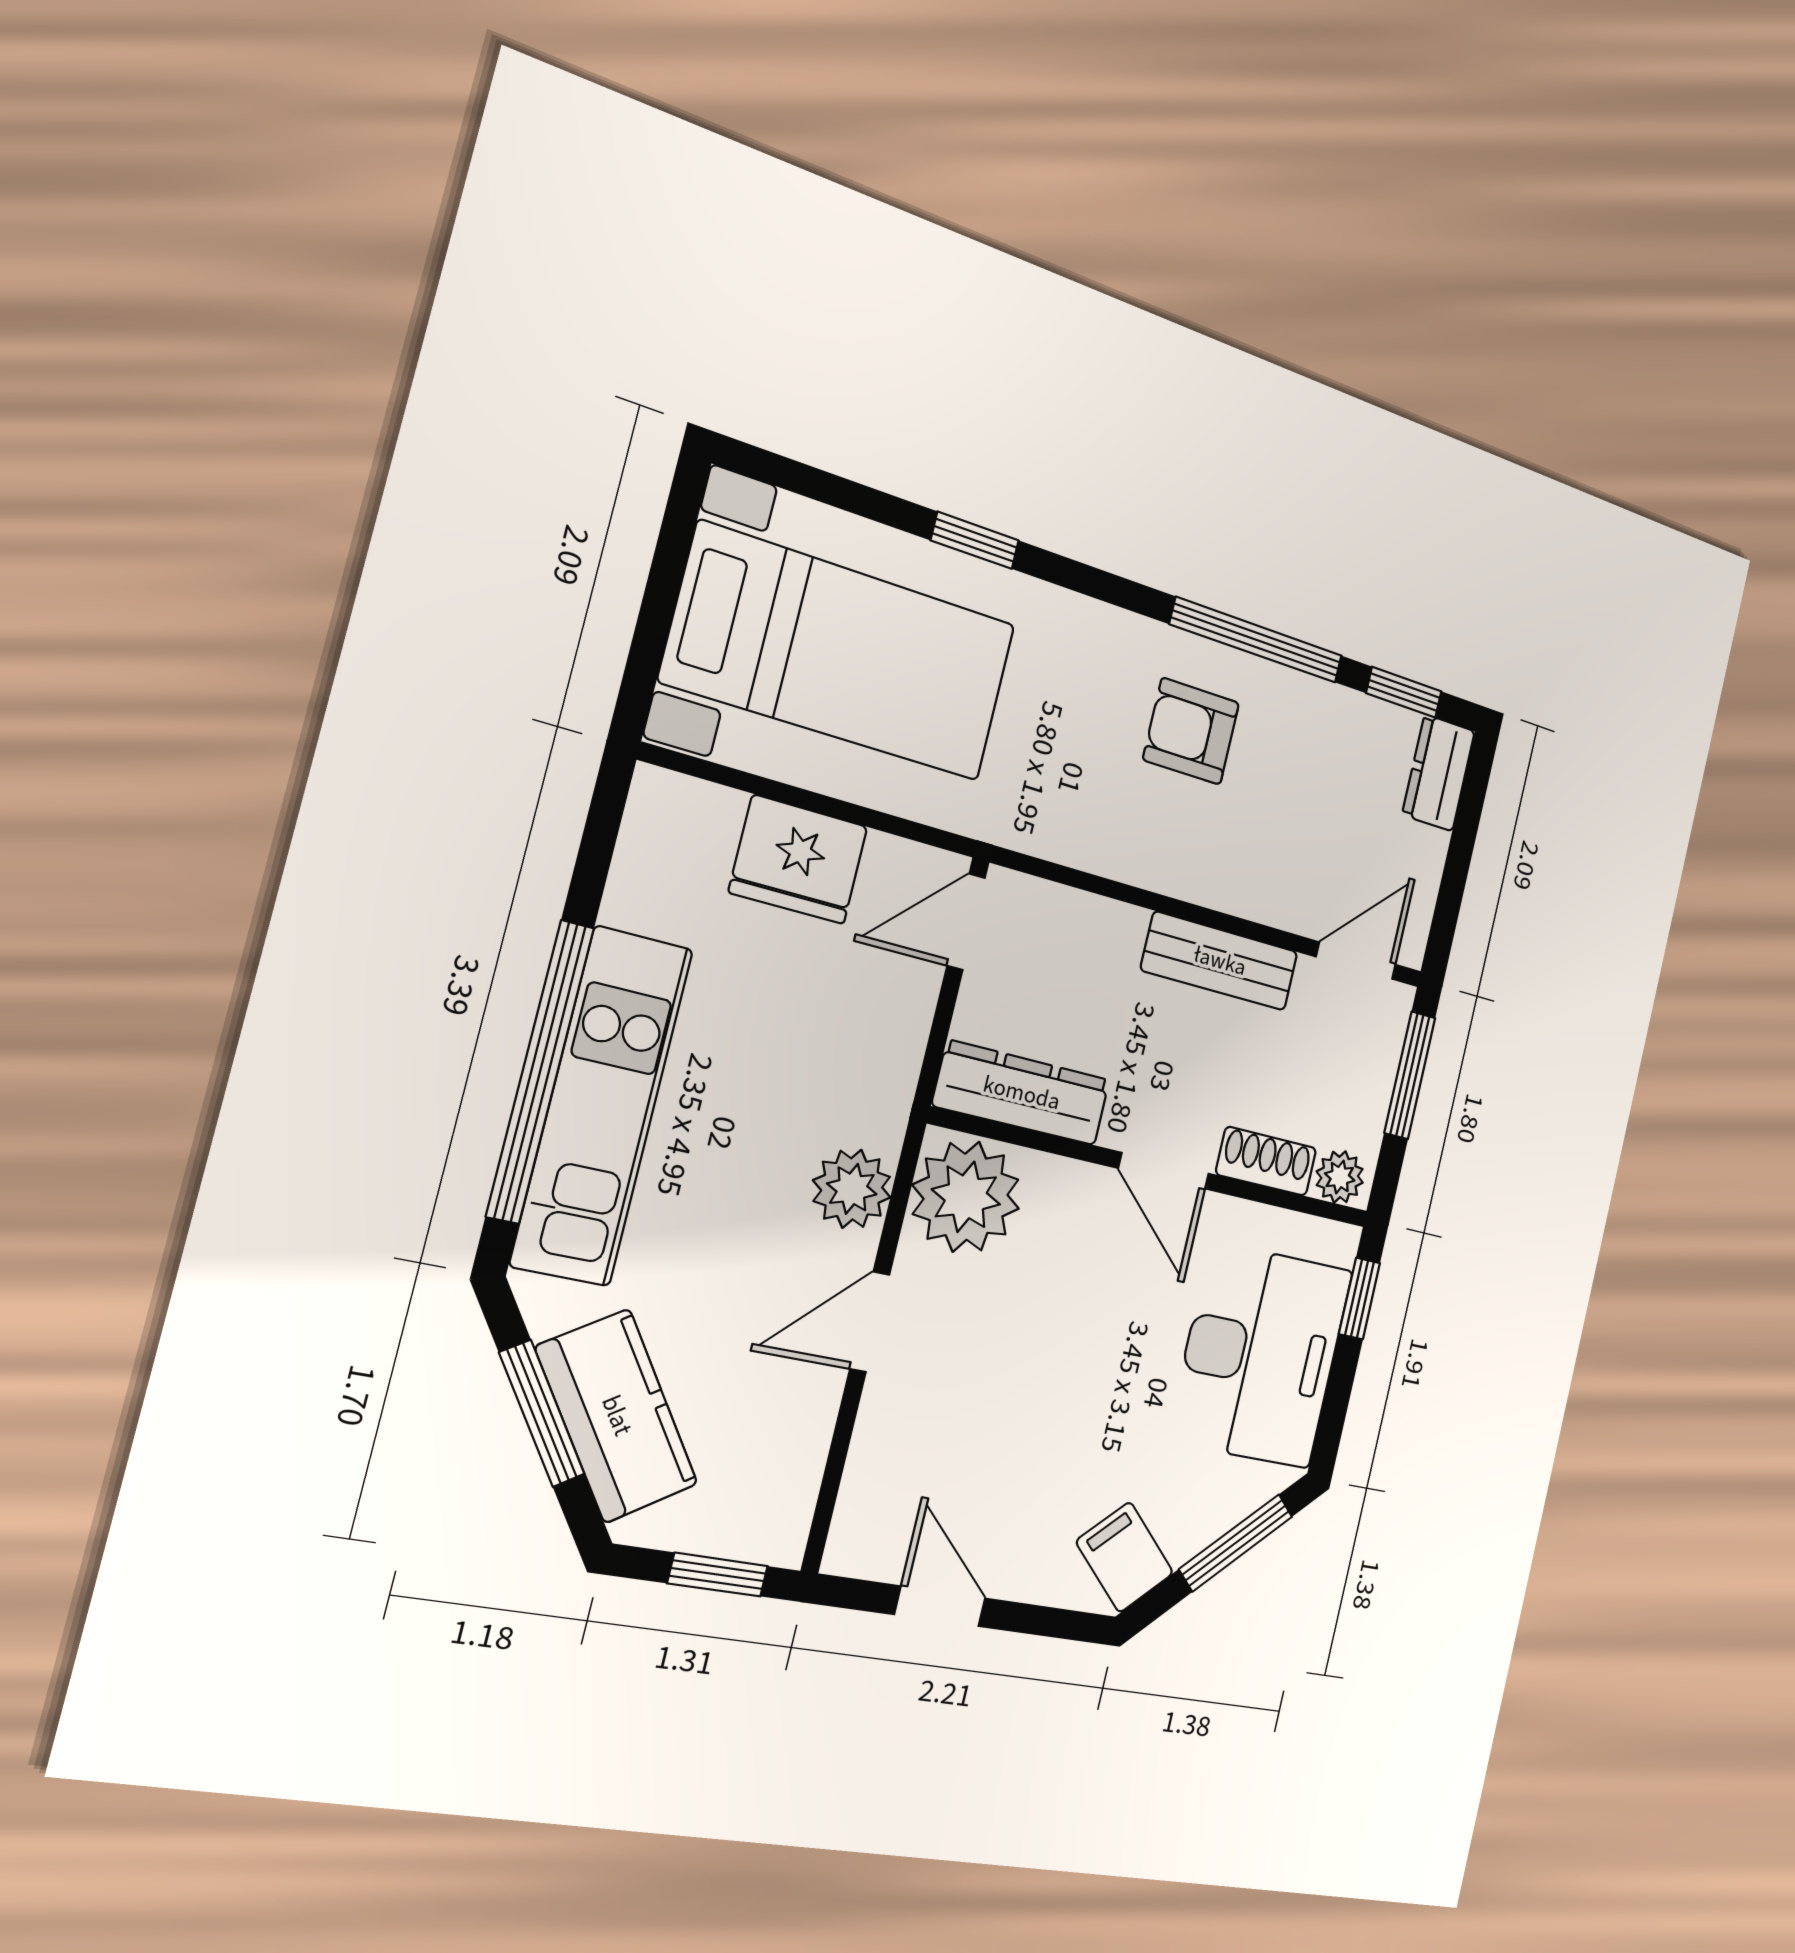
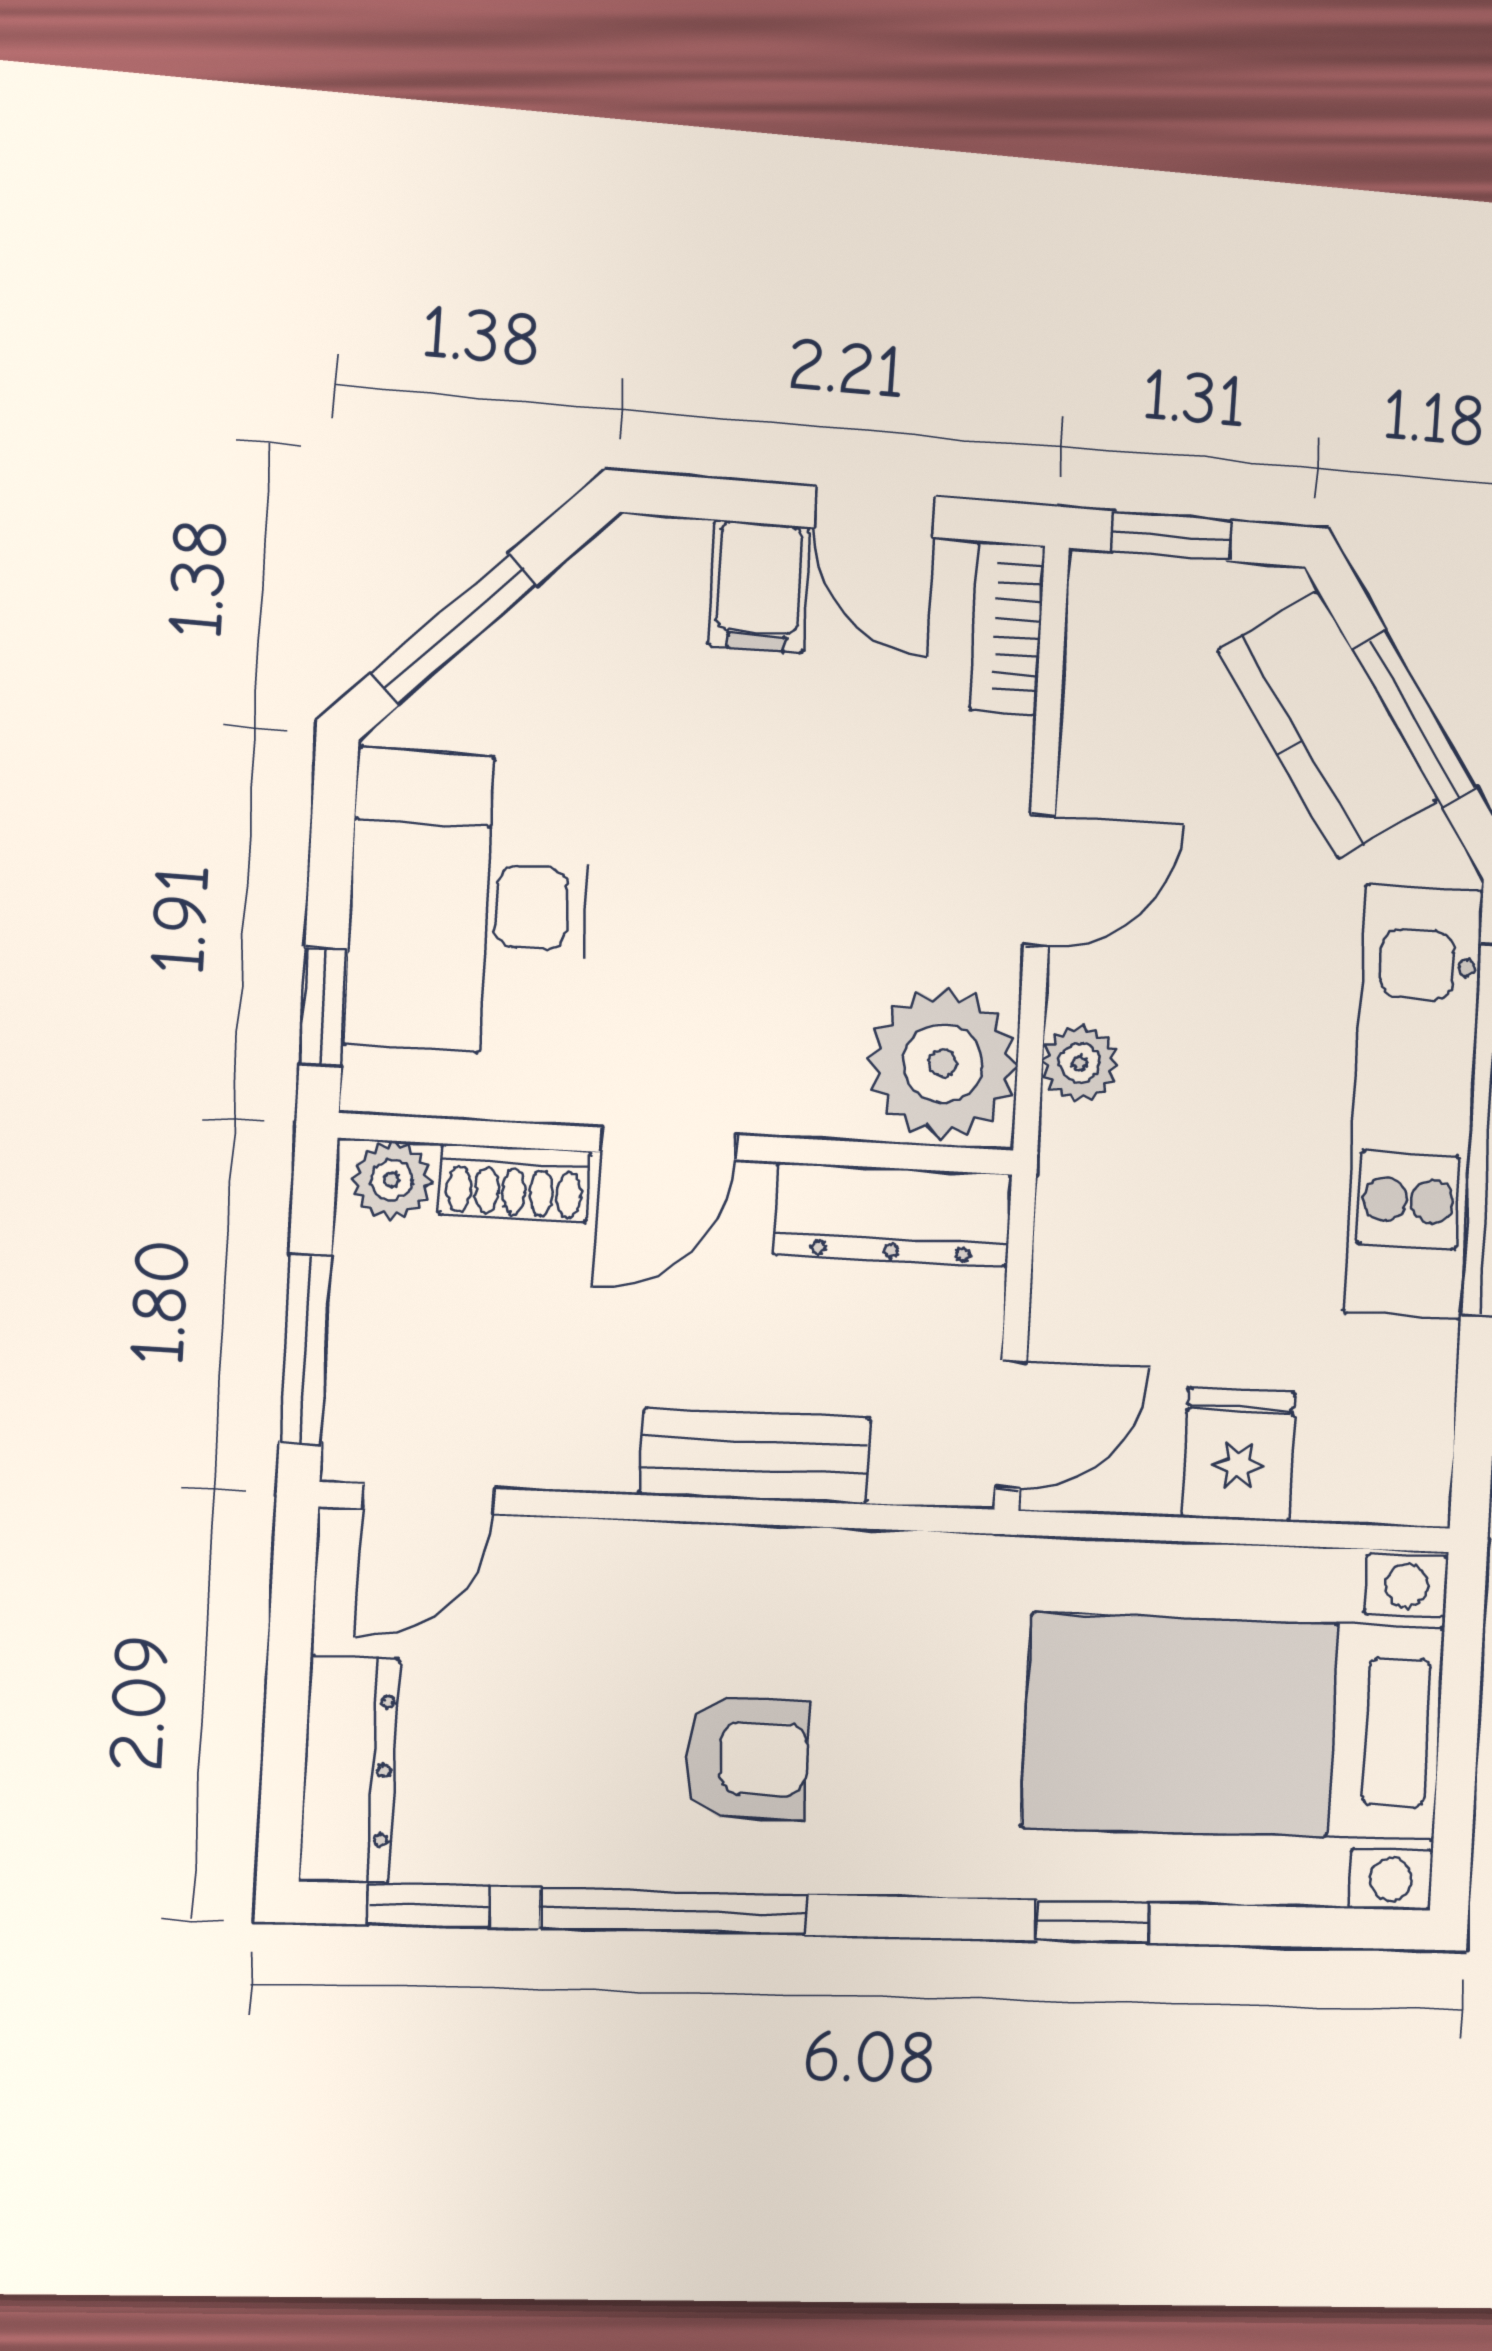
dresser: (1438, 773) -> (349, 1770), width x1.44
fridge: (798, 859) -> (1239, 1455), width x0.72
bench: (1220, 961) -> (755, 1456), moved
door: (1164, 1171) -> (668, 1144), swing flipped
plant: (852, 1189) -> (1080, 1063), width x0.73, depth x0.73
bookcase: (858, 1514) -> (1007, 628), added
filing cabinet: (1125, 1557) -> (759, 587), moved, turned 45

